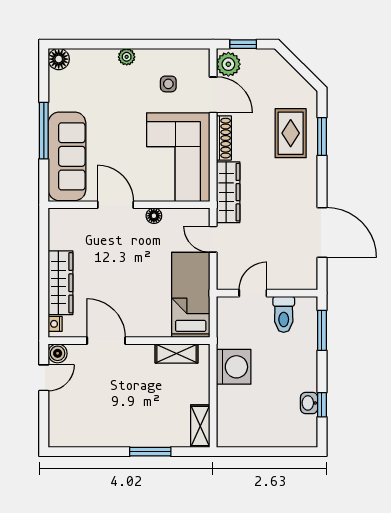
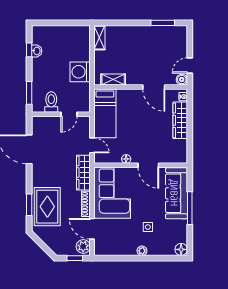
side table: (168, 84) -> (148, 227), moved
rug: (291, 133) -> (47, 207), width x1.36, depth x1.43
window: (150, 452) -> (163, 23), moved

